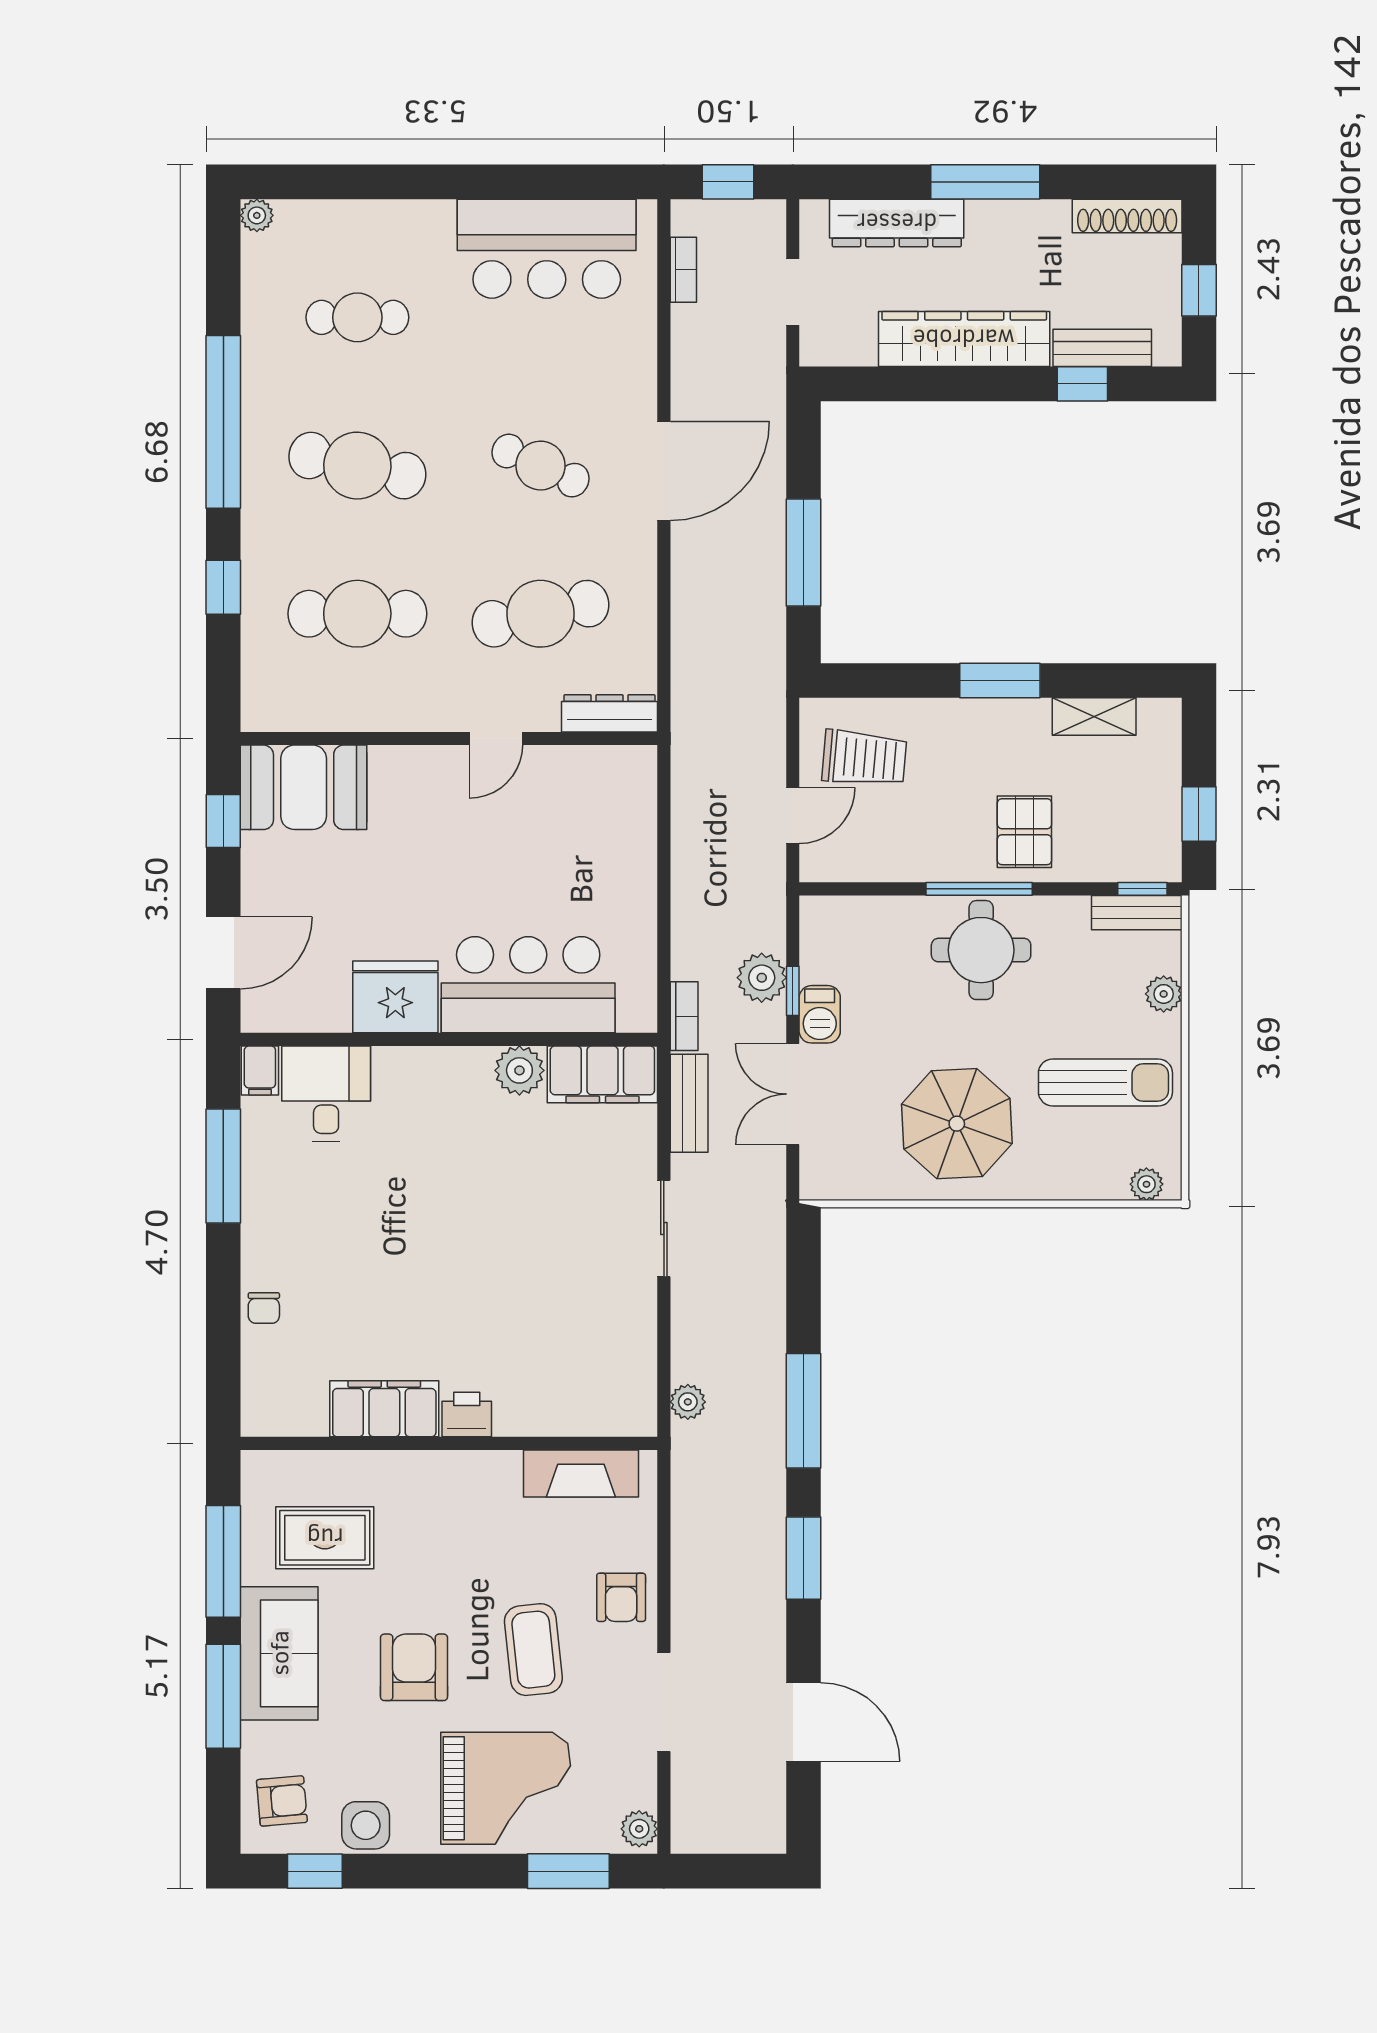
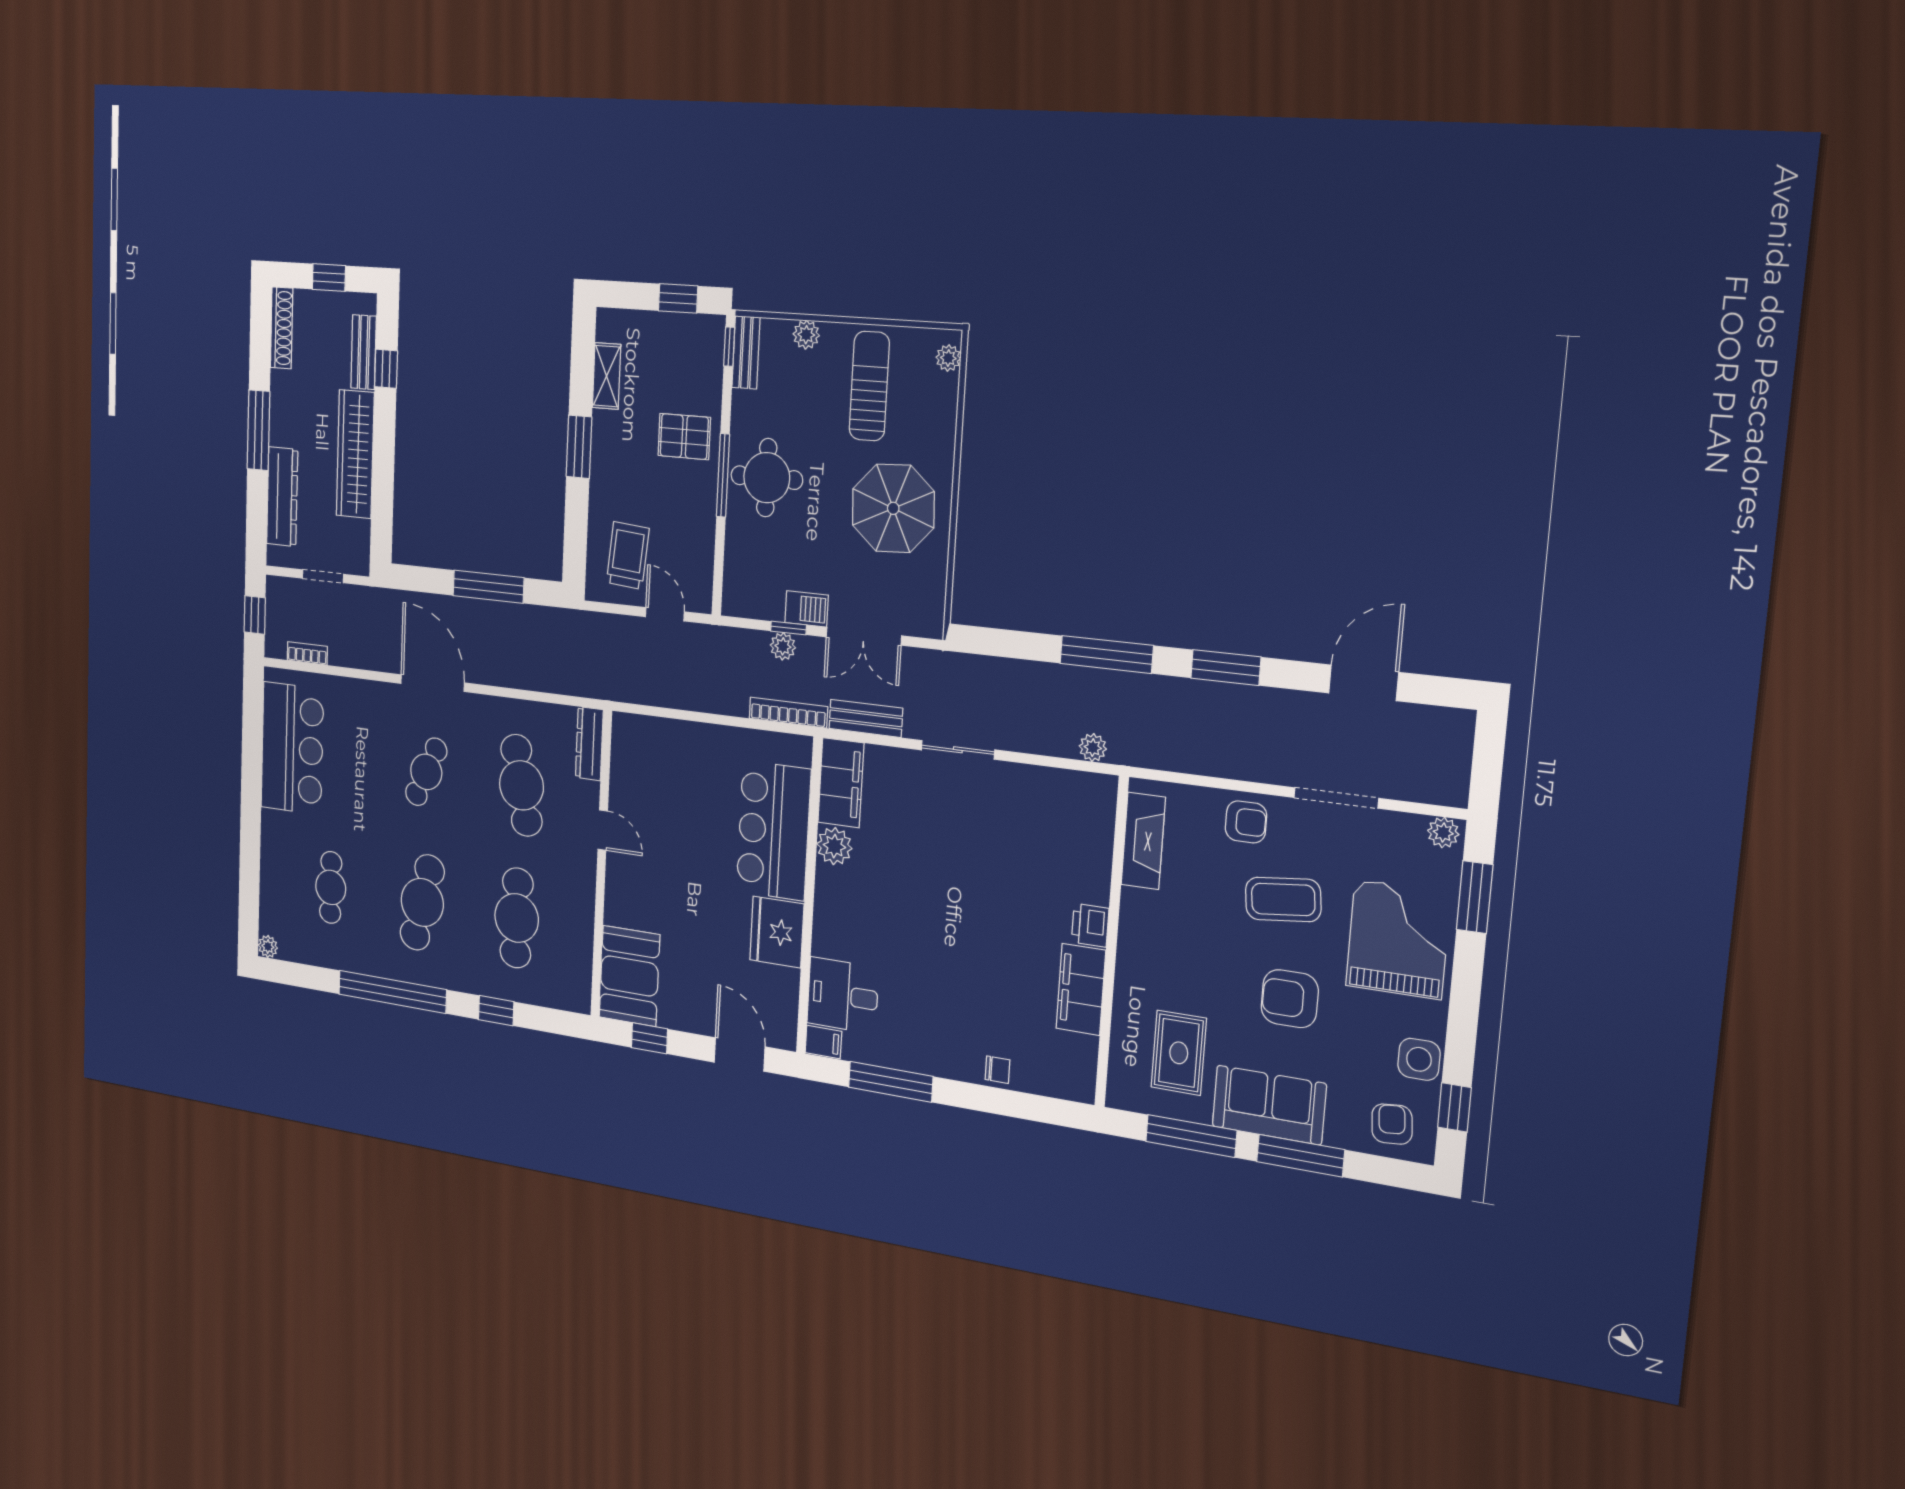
plant: (762, 978) -> (783, 646), width x0.73, depth x0.73
bookcase: (684, 1016) -> (788, 713), width x1.56

